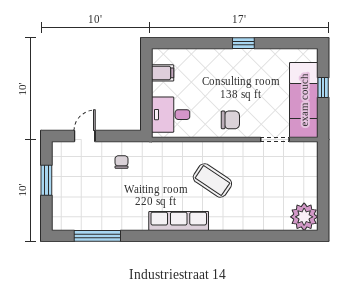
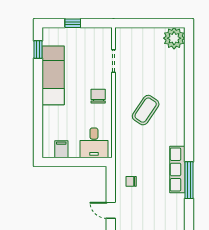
window: (243, 43) -> (38, 49), moved
exam couch: (304, 100) -> (53, 75), moved, turned -90
row of seats: (179, 221) -> (177, 169), moved
window: (97, 236) -> (189, 180), moved

